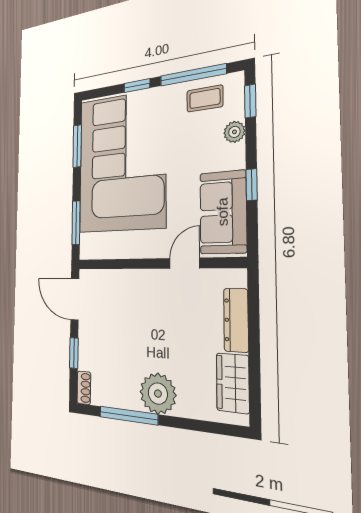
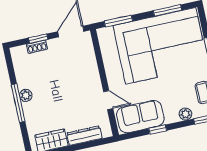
shoe rack: (84, 388) -> (37, 47), moved
plant: (158, 394) -> (26, 95), width x0.53, depth x0.53
window: (128, 416) -> (18, 103), moved

